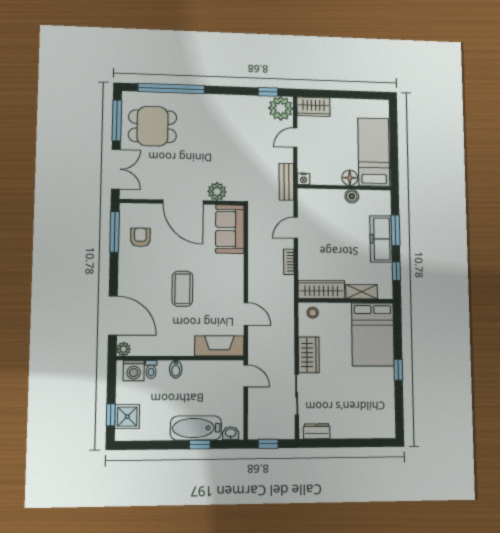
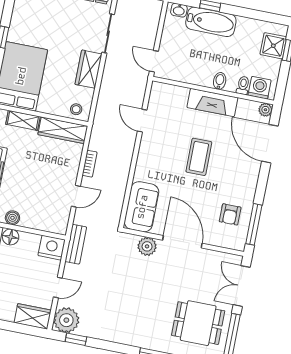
nightstand: (304, 179) -> (52, 248), width x1.89, depth x1.79
fireplace: (219, 346) -> (212, 103), moved

